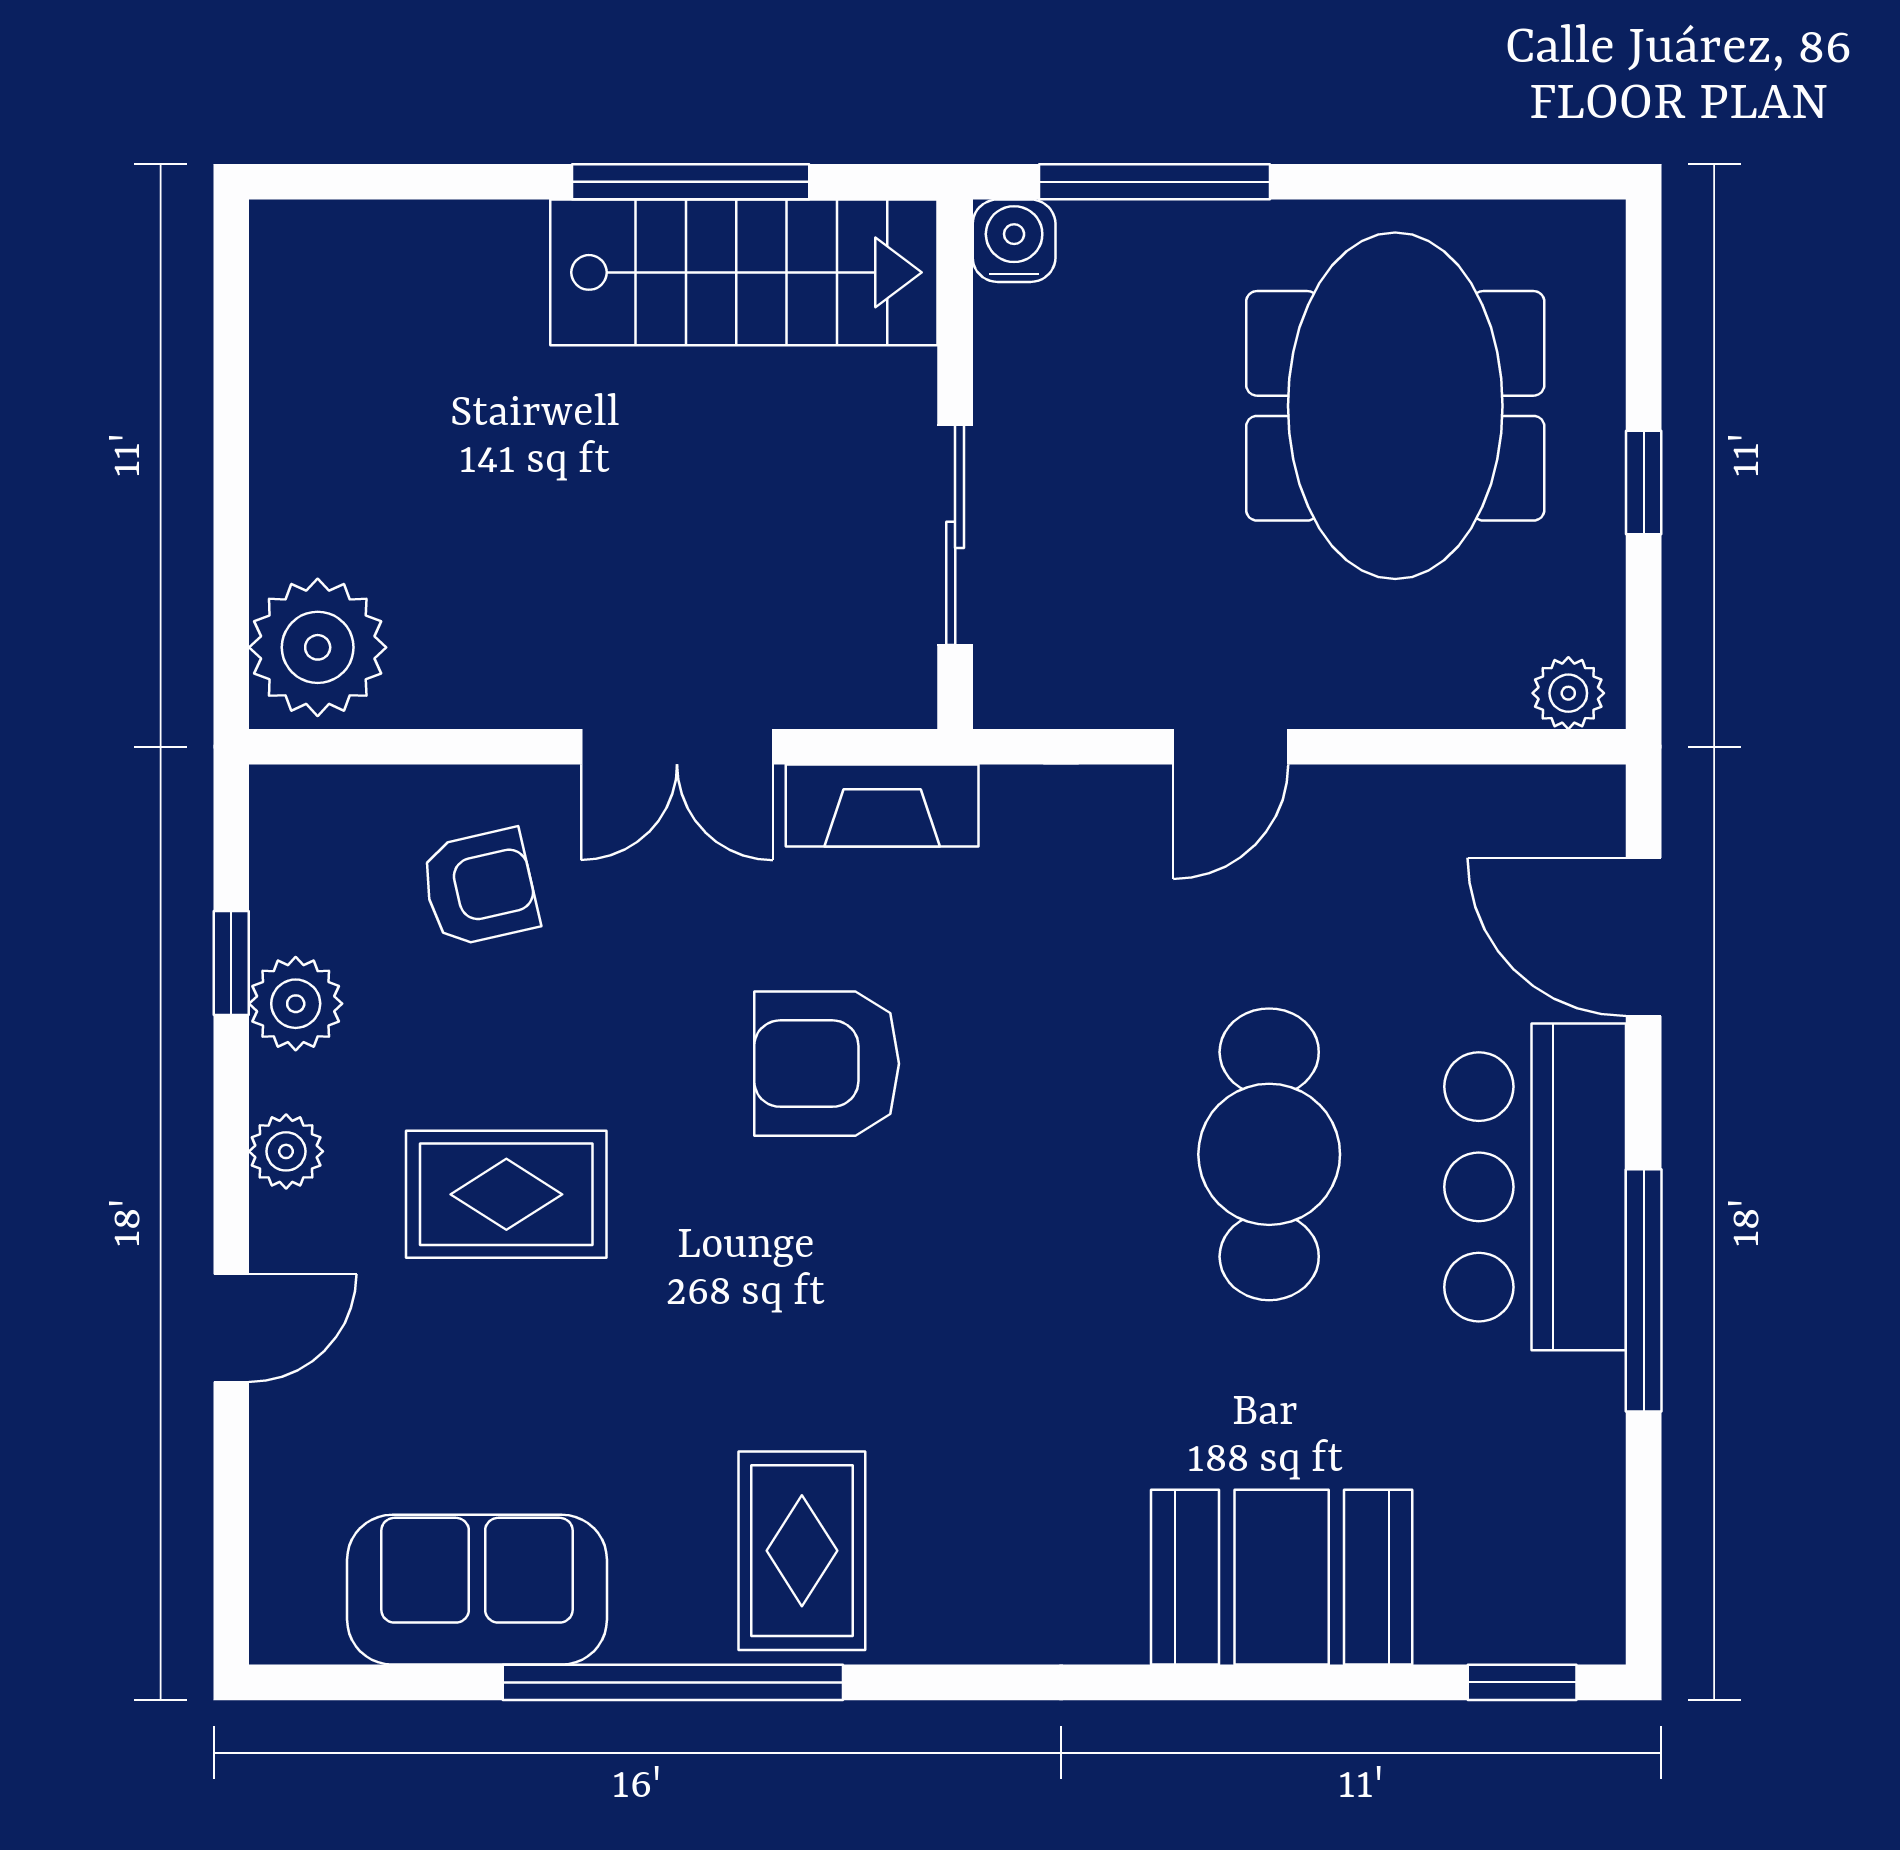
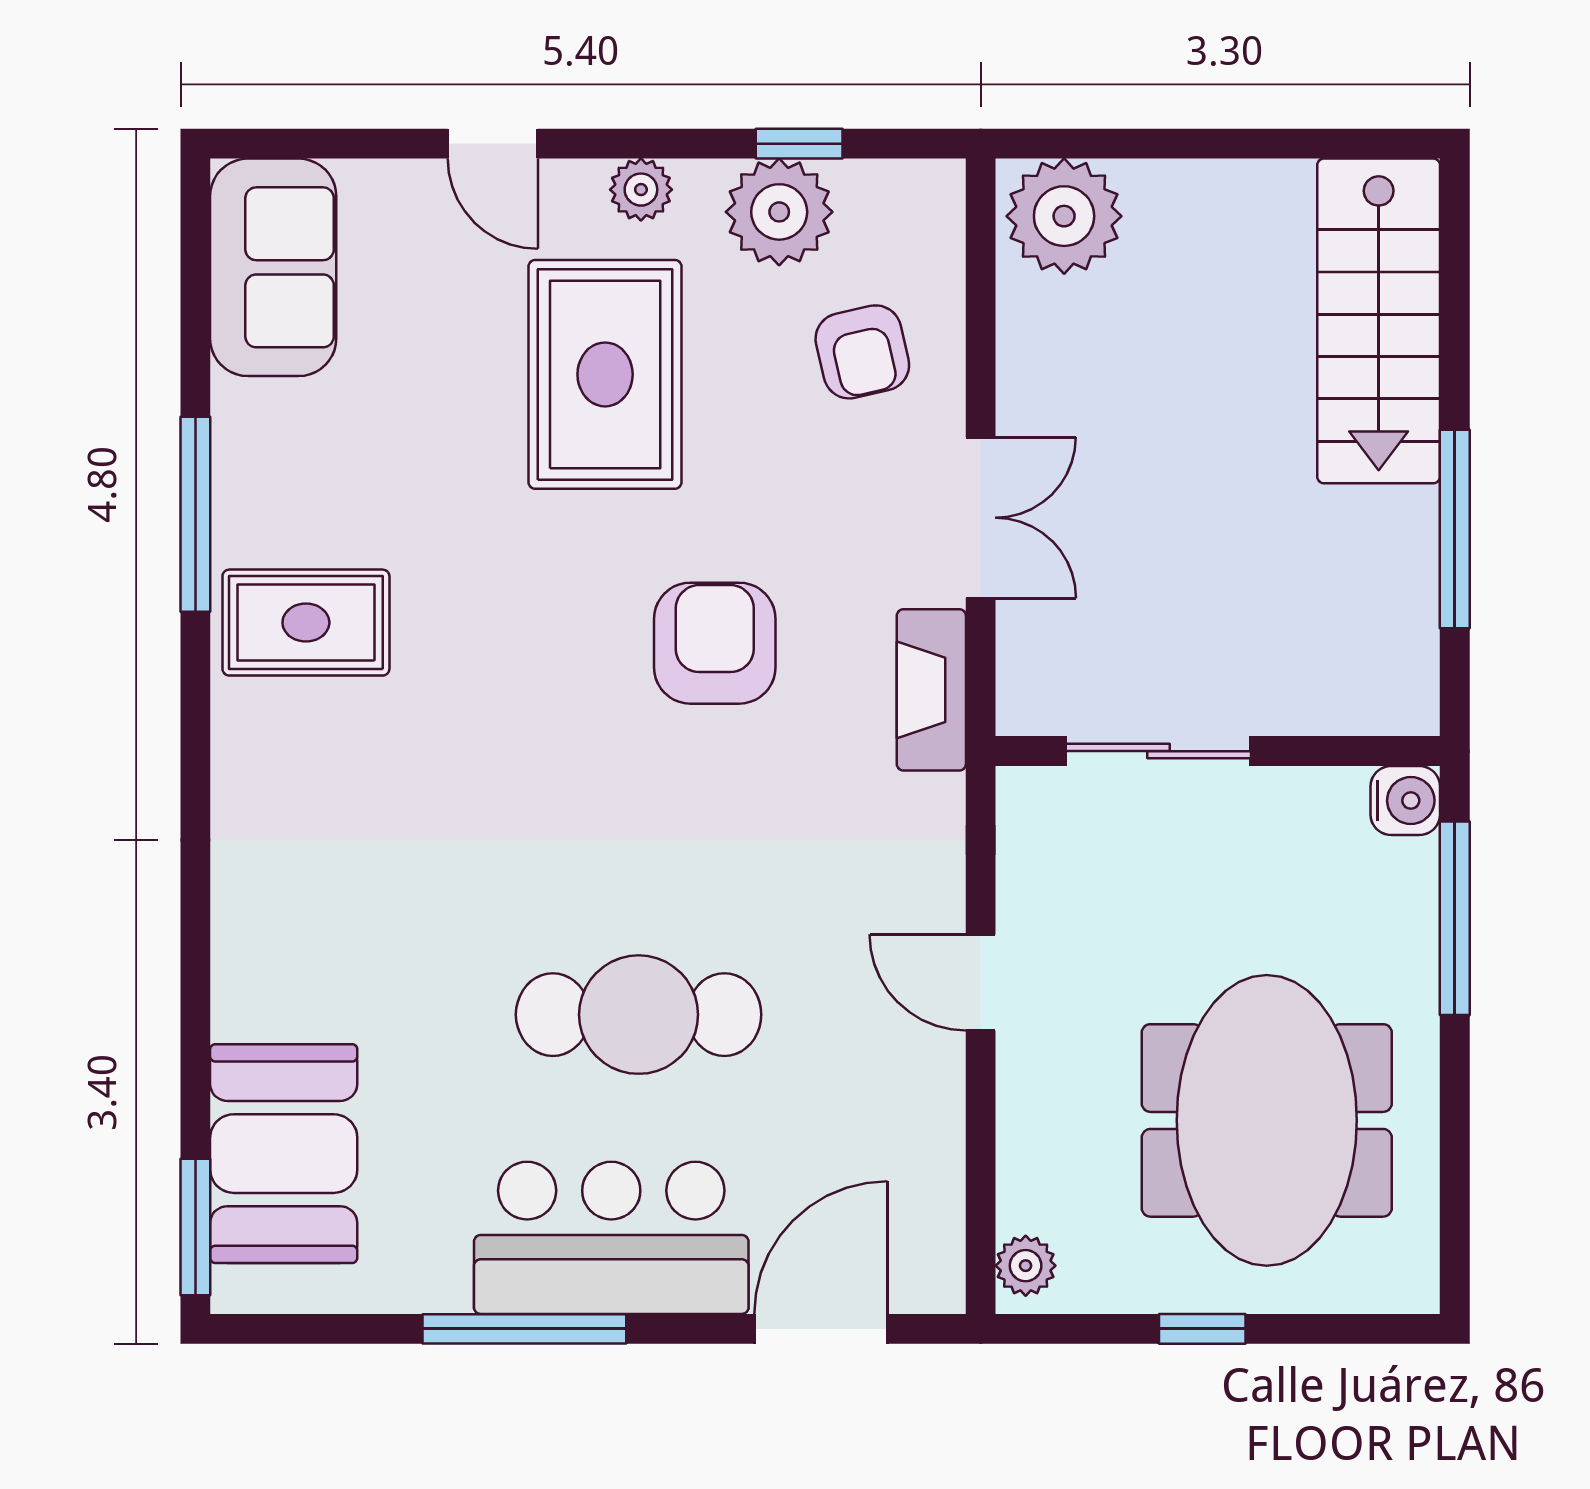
stairs: (744, 272) -> (1379, 321), moved
meeting table: (1395, 406) -> (1267, 1120), turned 90
double door: (677, 747) -> (981, 518), swing flipped
plant: (296, 1004) -> (779, 212), width x1.36, depth x1.36
rug: (506, 1194) -> (605, 374), width x1.36, depth x1.43
booth: (1282, 1577) -> (284, 1154), moved
sofa: (477, 1590) -> (273, 267), moved
window: (673, 1682) -> (195, 514), width x0.68
window: (1522, 1682) -> (195, 1227), width x1.50

